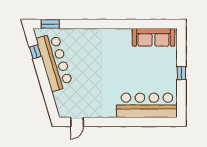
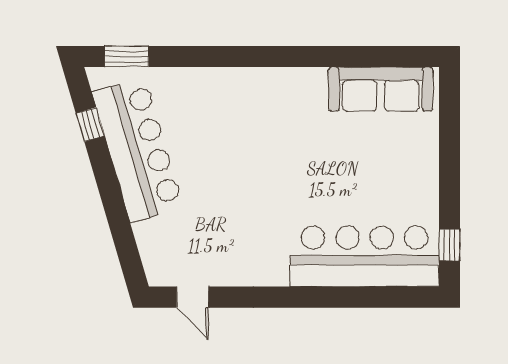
window: (181, 73) -> (449, 245), moved
door: (77, 122) -> (193, 297), hinge flipped

